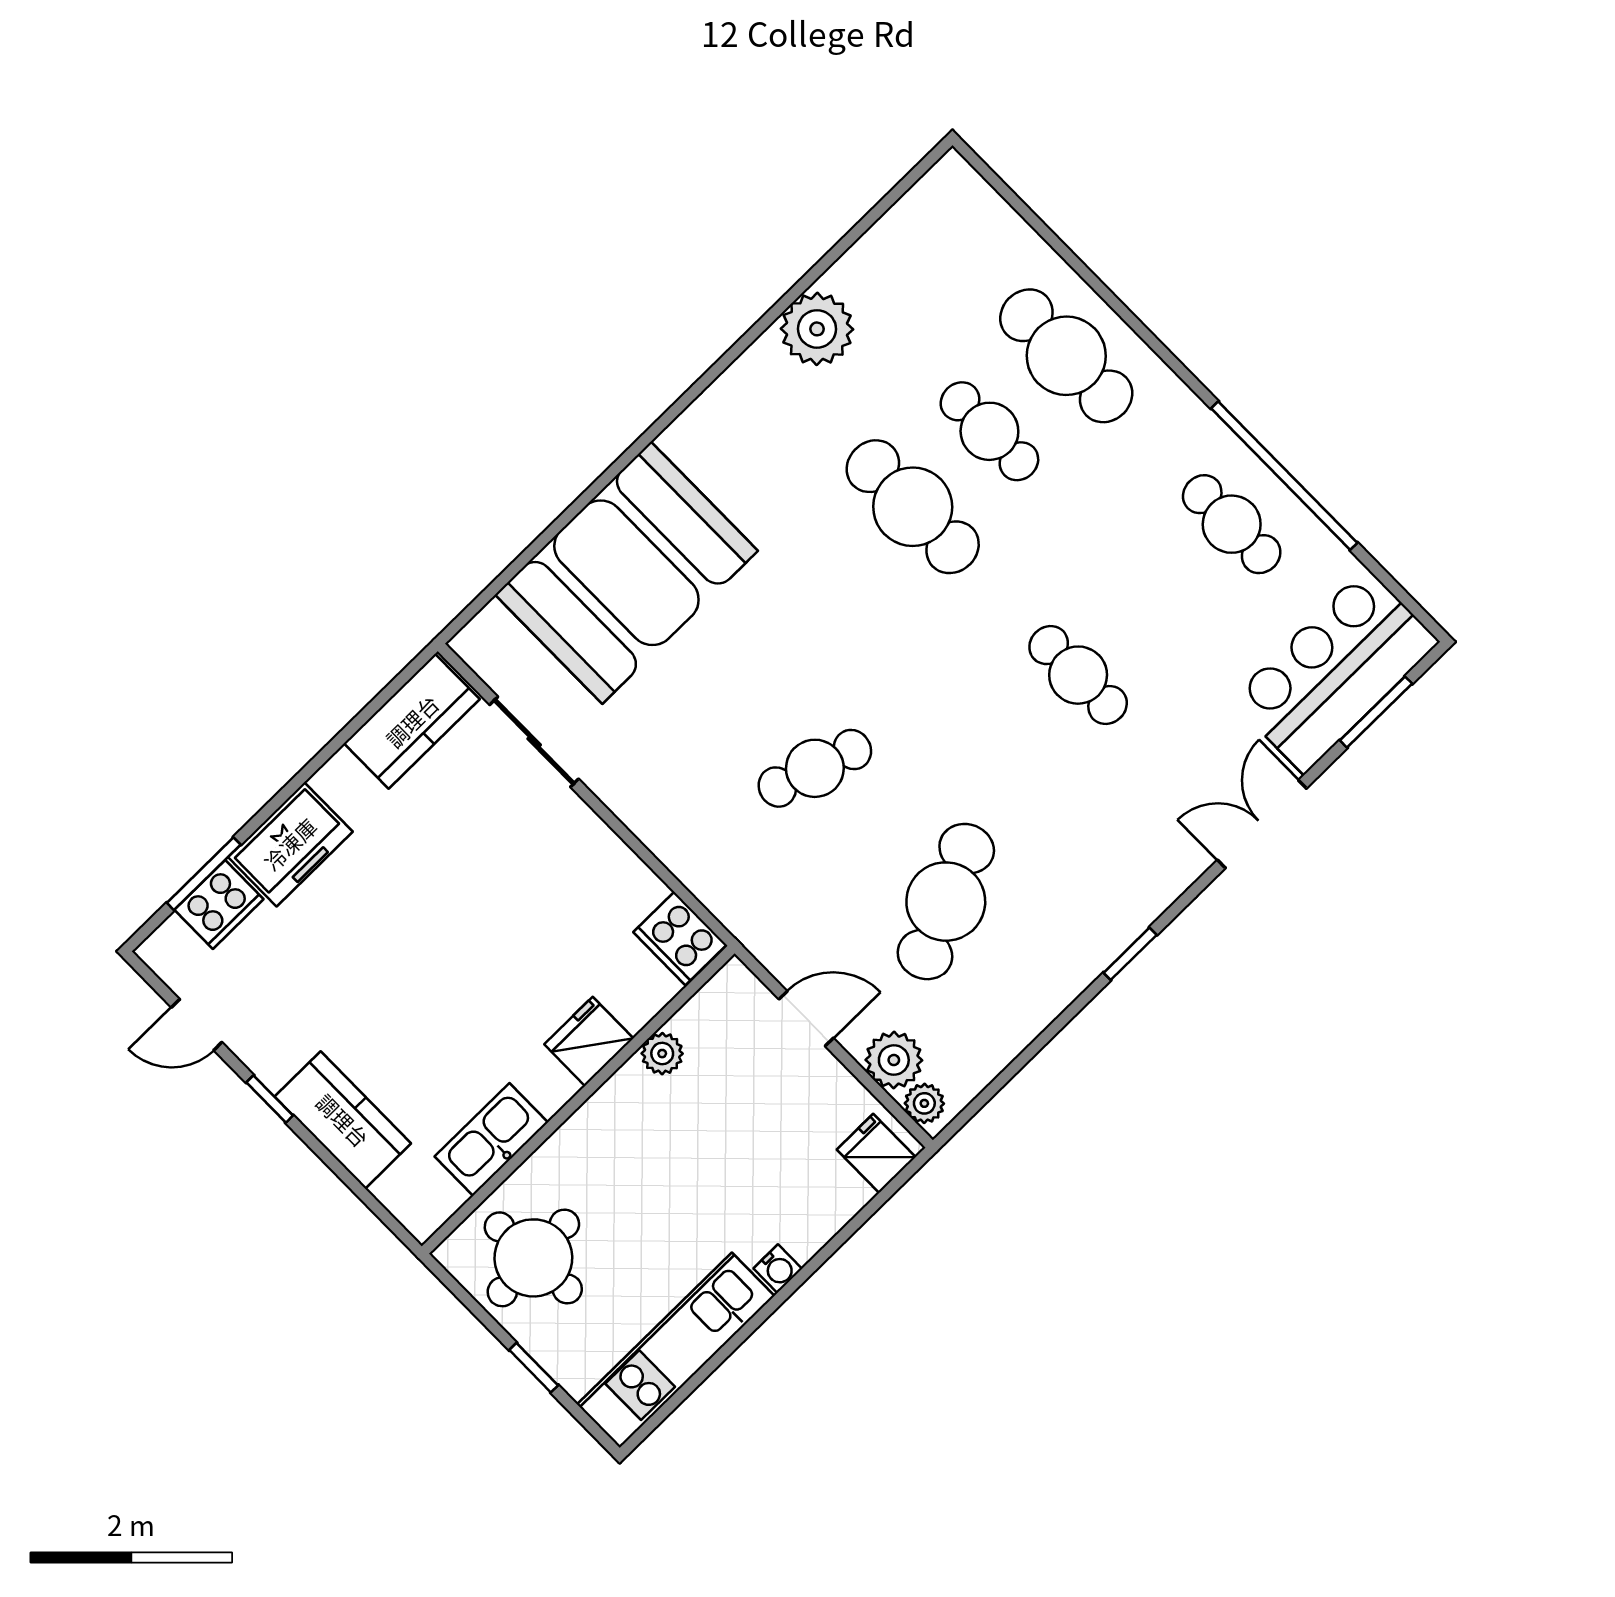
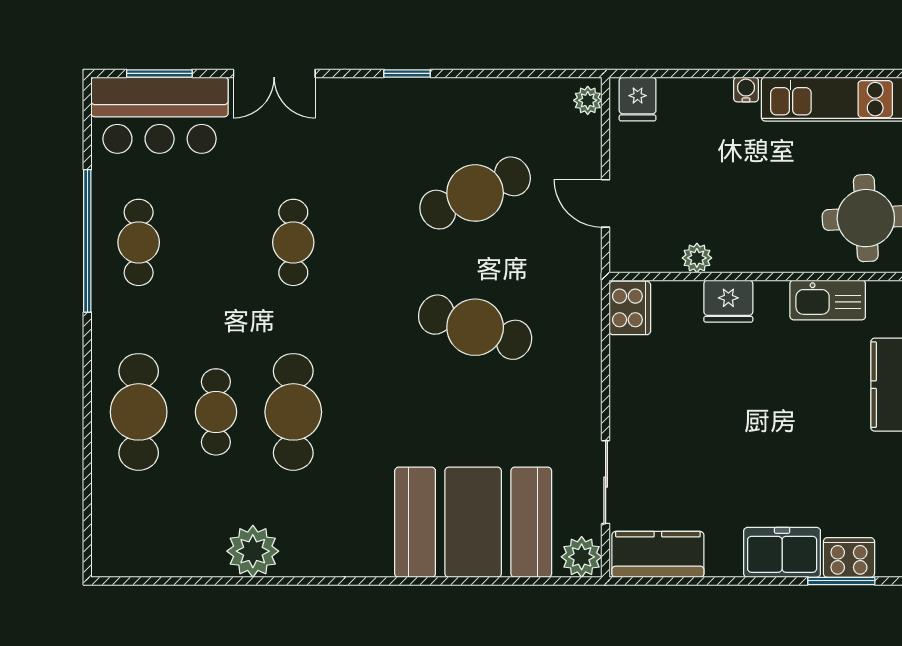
cafe table: (815, 768) -> (475, 327), width x1.37, depth x1.35
plant: (894, 1060) -> (582, 557), moved

